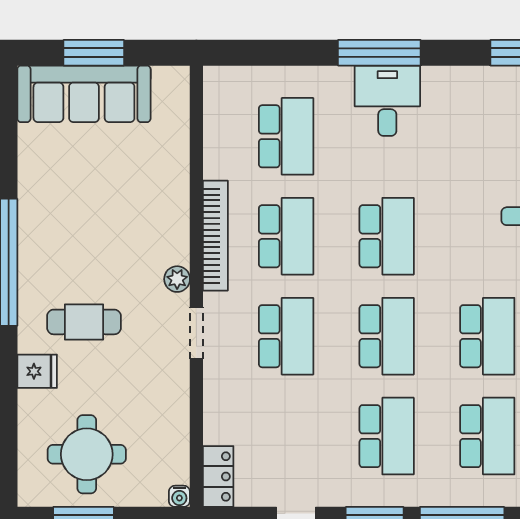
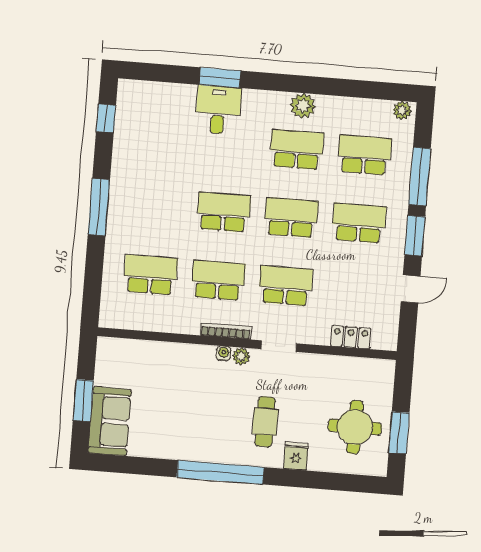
sofa: (84, 94) -> (110, 421), width x0.73
desk: (387, 101) -> (132, 204), removed
bookcase: (215, 236) -> (226, 331), width x0.68, depth x0.76
locker: (218, 477) -> (351, 337), moved
water cooler: (179, 496) -> (224, 353), moved, turned -90

